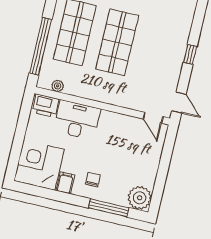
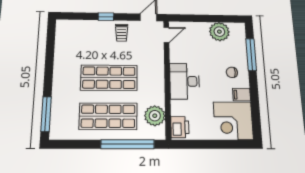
trolley: (167, 68) -> (122, 33), added
plant: (58, 86) -> (155, 116), width x1.87, depth x1.87
desk: (77, 120) -> (185, 81), moved
plant: (140, 198) -> (219, 32), moved

